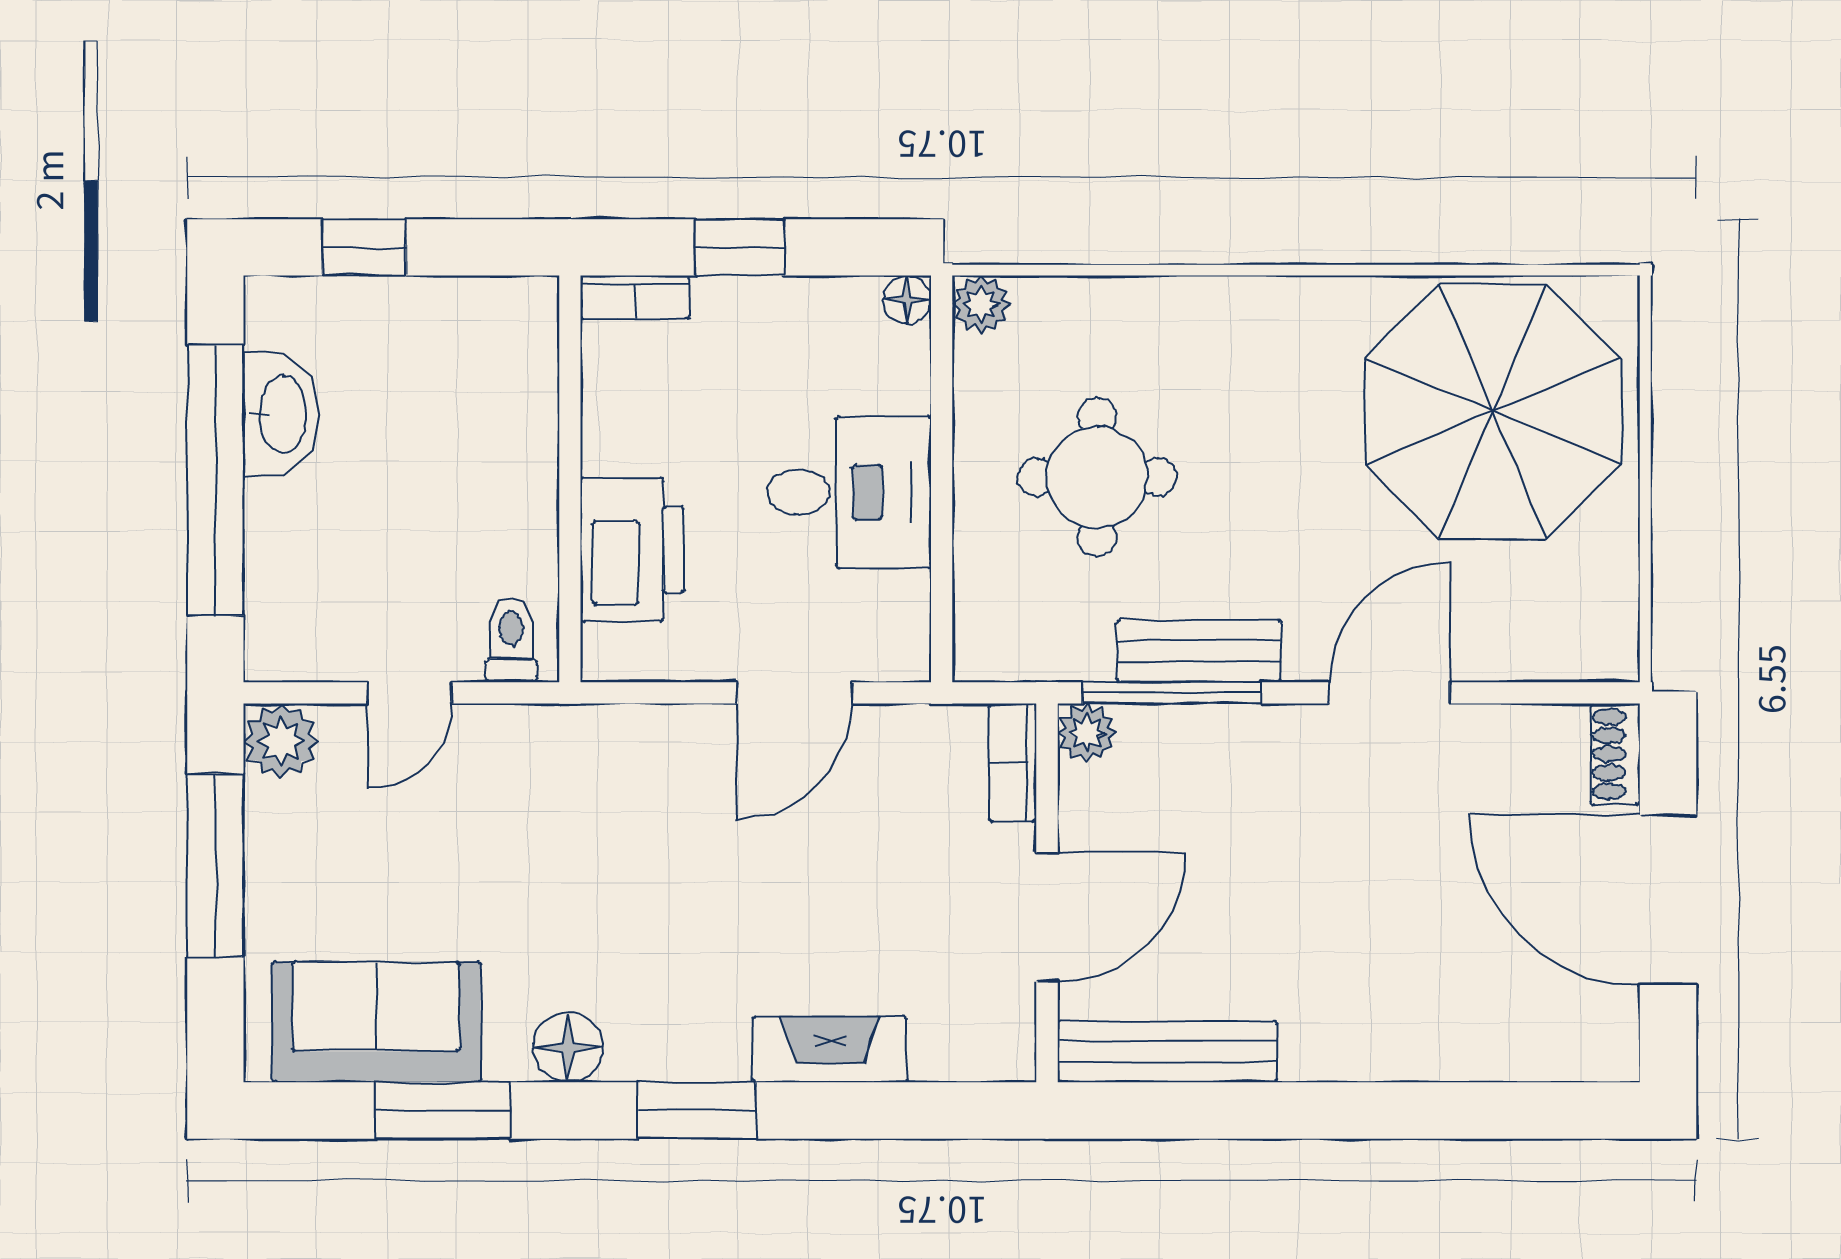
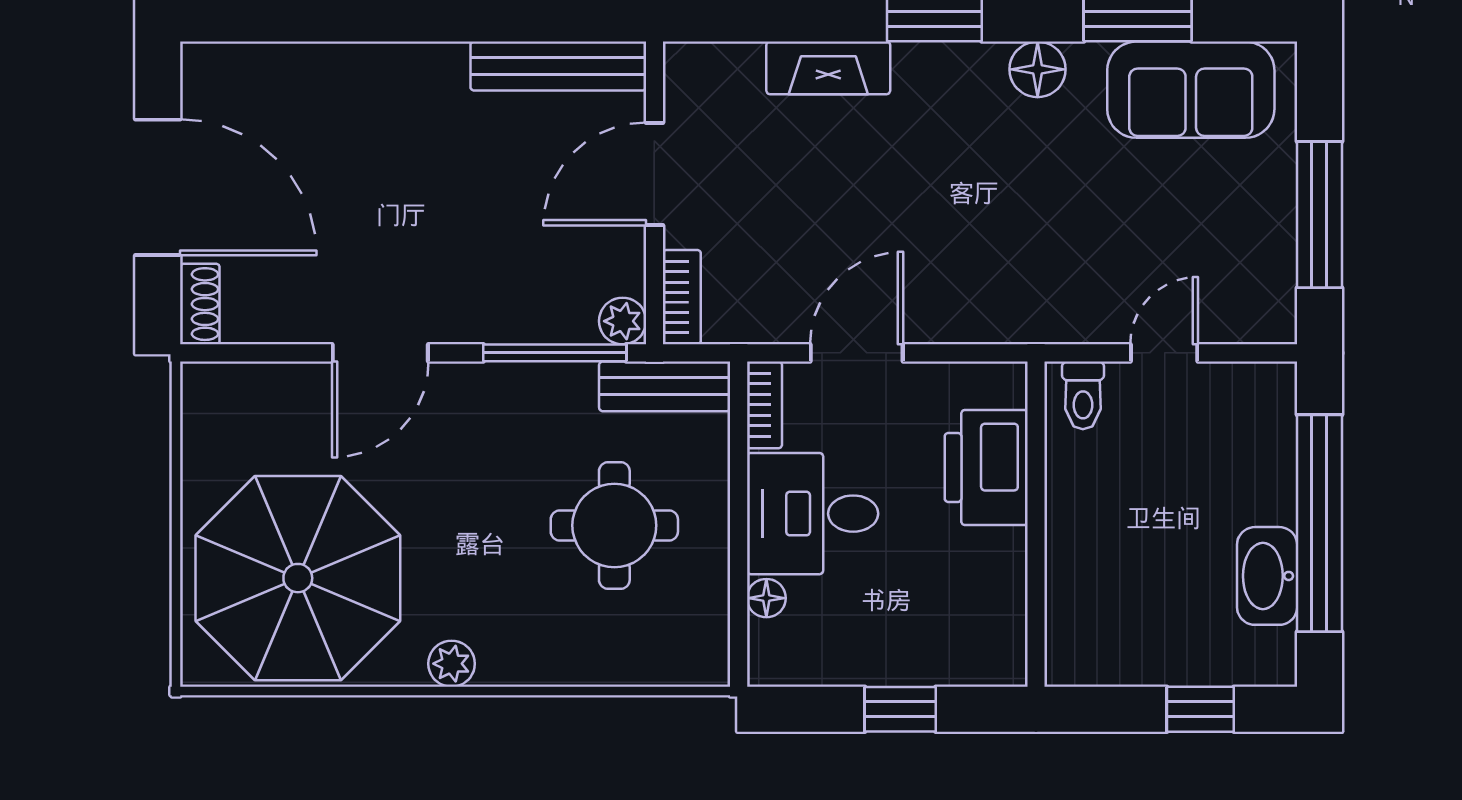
bookcase: (635, 297) -> (764, 405), moved, turned 90
floor lamp: (907, 300) -> (766, 598), moved
plant: (981, 304) -> (452, 664), moved
bench: (1199, 651) -> (665, 386), moved
plant: (281, 741) -> (1267, 314), removed

